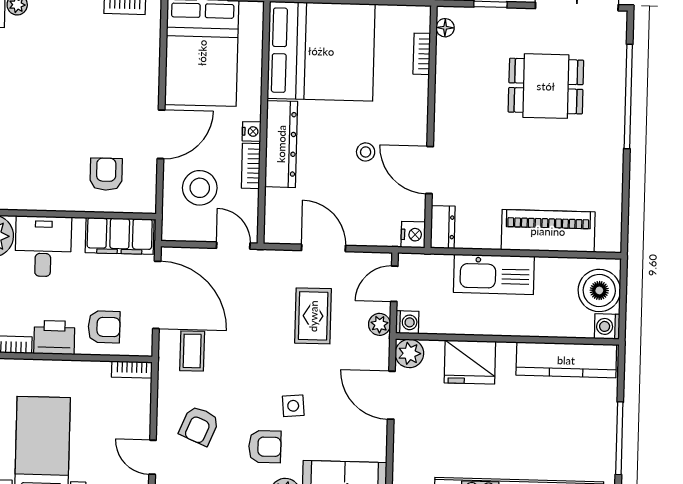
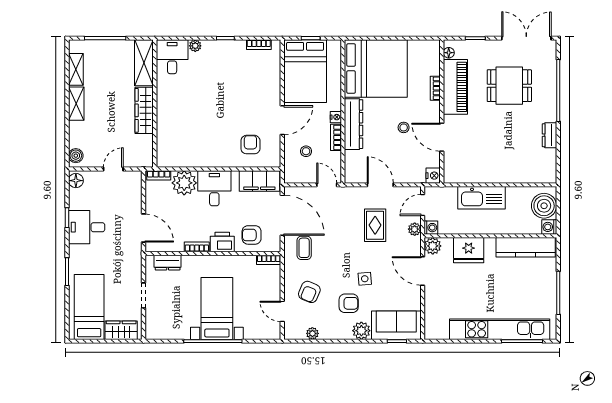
bookcase: (422, 54) -> (435, 88), moved
stool: (200, 188) -> (306, 151), width x0.53, depth x0.53
dresser: (443, 227) -> (550, 135), moved, turned 180
piano: (548, 231) -> (455, 87), moved, turned 90
armchair: (104, 327) -> (252, 235), turned 180

